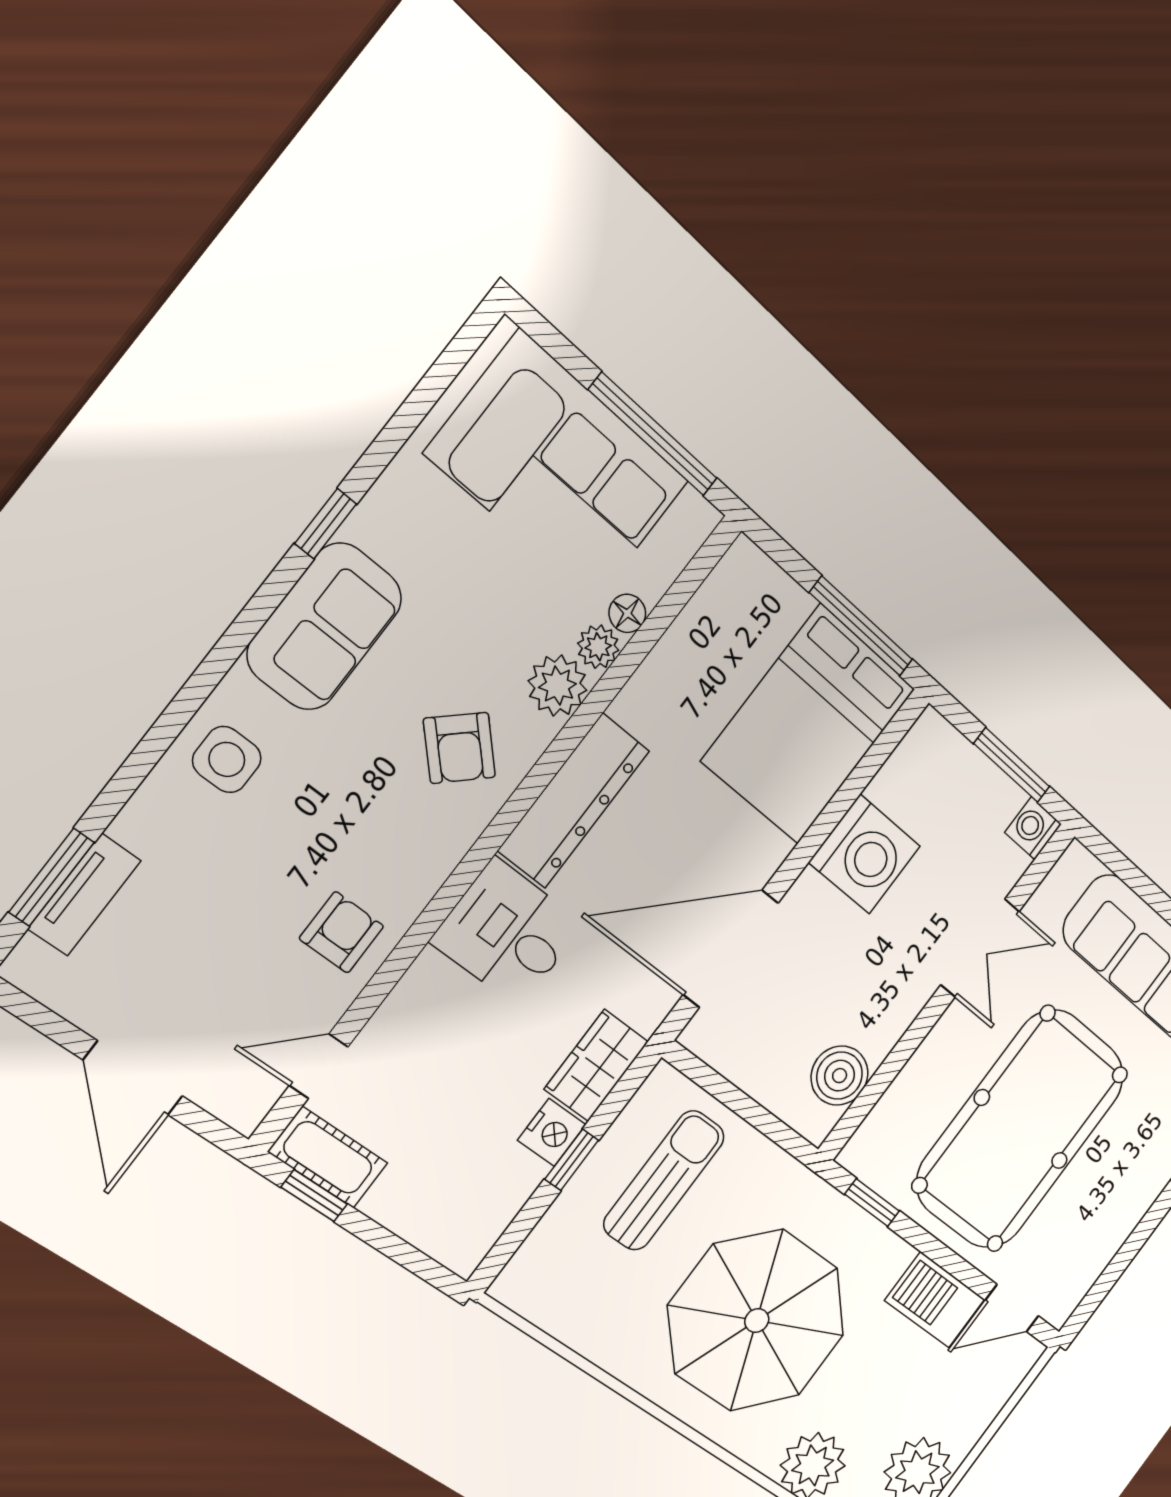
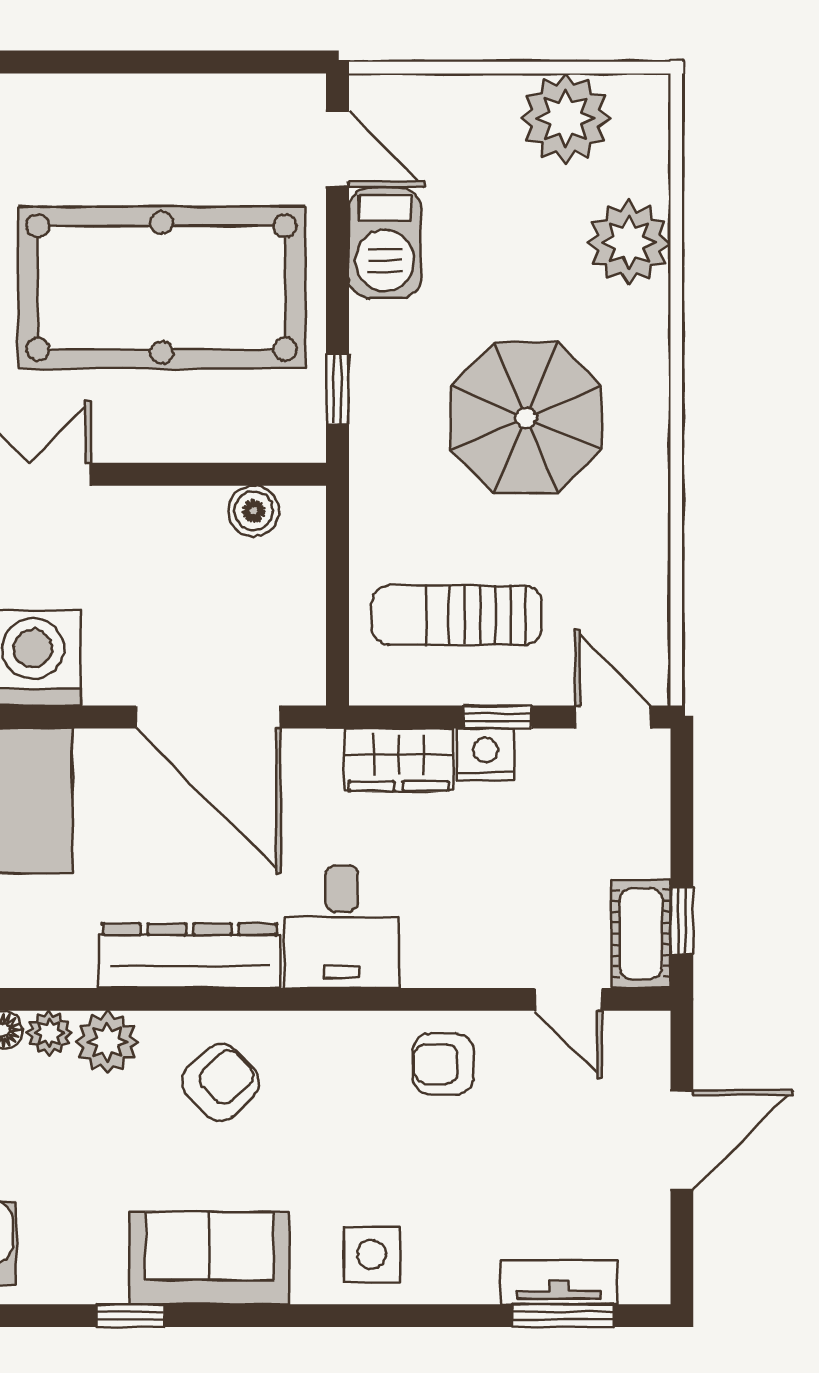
boiler: (840, 1076) -> (254, 511), width x0.73, depth x0.73
door: (507, 1245) -> (613, 717), added
parasol: (757, 1321) -> (526, 418), width x0.73, depth x0.73

